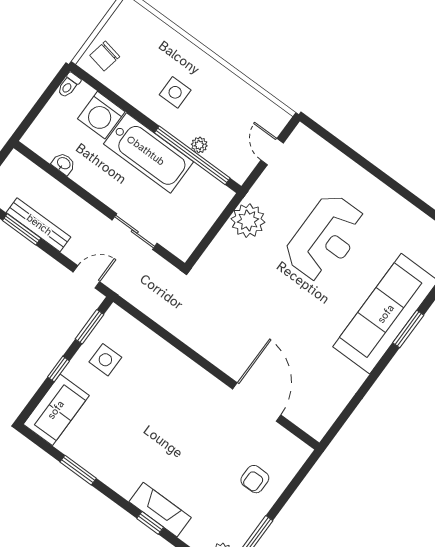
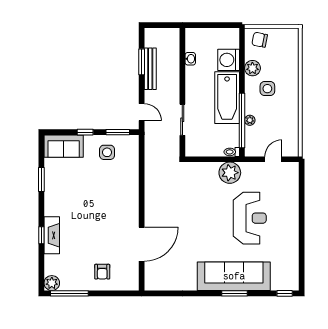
toilet: (69, 85) -> (232, 152), moved
plant: (135, 92) -> (252, 68), added
reception desk: (326, 238) -> (250, 218), turned -90
armchair: (255, 479) -> (102, 272), turned -90

